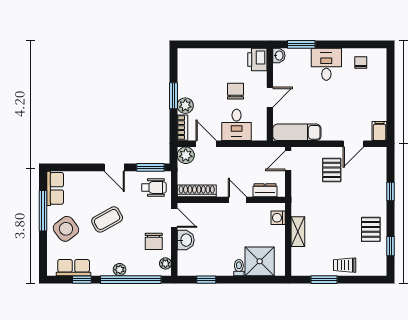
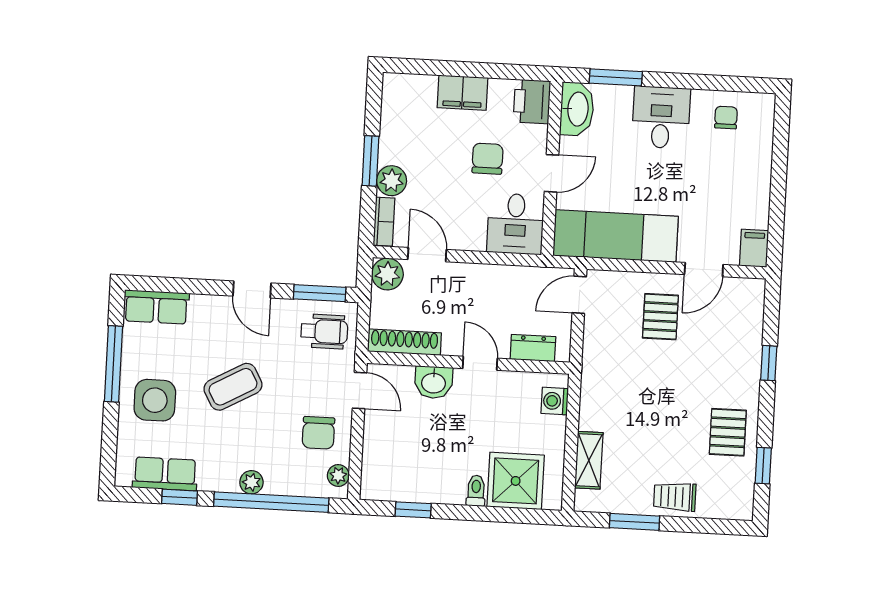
washbasin: (279, 56) -> (577, 109), width x1.91, depth x1.45
filing cabinet: (220, 57) -> (463, 93), added
desk: (237, 125) -> (515, 224), moved
exam couch: (297, 132) -> (616, 236), width x1.36, depth x1.45
row of seats: (55, 188) -> (156, 307), moved, turned 90
side table: (66, 229) -> (155, 400), turned 37
shelving: (298, 232) -> (589, 460), moved
washbasin: (186, 240) -> (434, 382), moved, turned 90

